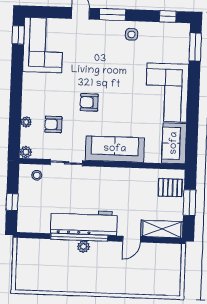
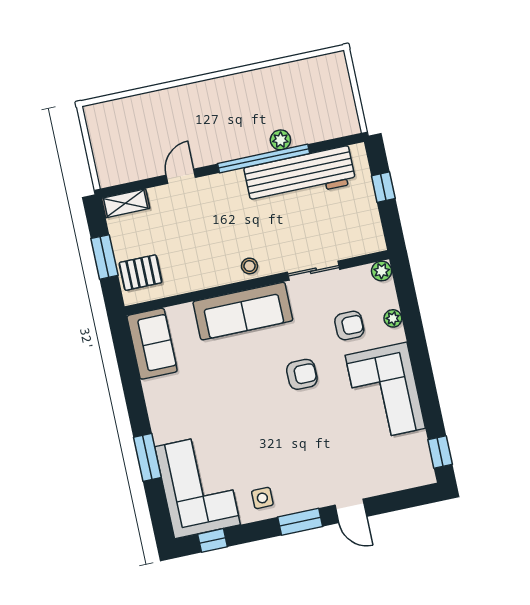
corner sofa: (43, 45) -> (385, 392), moved
window: (195, 47) -> (147, 457), moved
corner sofa: (167, 93) -> (198, 486), moved
stool: (37, 175) -> (249, 266), moved
workbench: (84, 222) -> (300, 176), moved
shelving: (162, 229) -> (126, 203), width x0.67, depth x0.75
plant: (83, 246) -> (280, 140), moved

